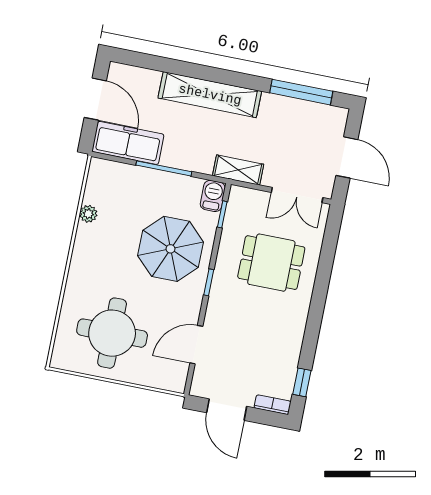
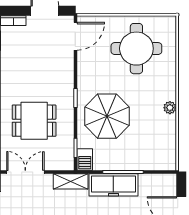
freezer: (128, 143) -> (113, 185), moved
plant: (88, 214) -> (170, 108), moved
door: (196, 345) -> (75, 36), moved

